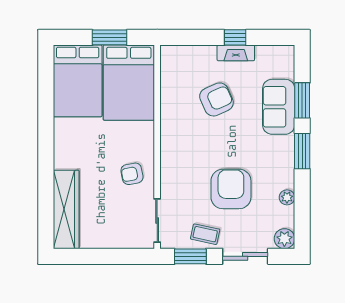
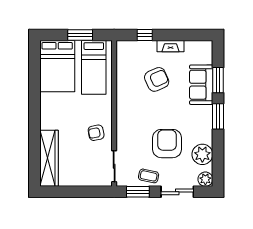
window: (235, 37) -> (145, 35), moved
bed: (129, 83) -> (94, 67), width x0.67
plant: (287, 197) -> (202, 154), width x1.88, depth x1.88

